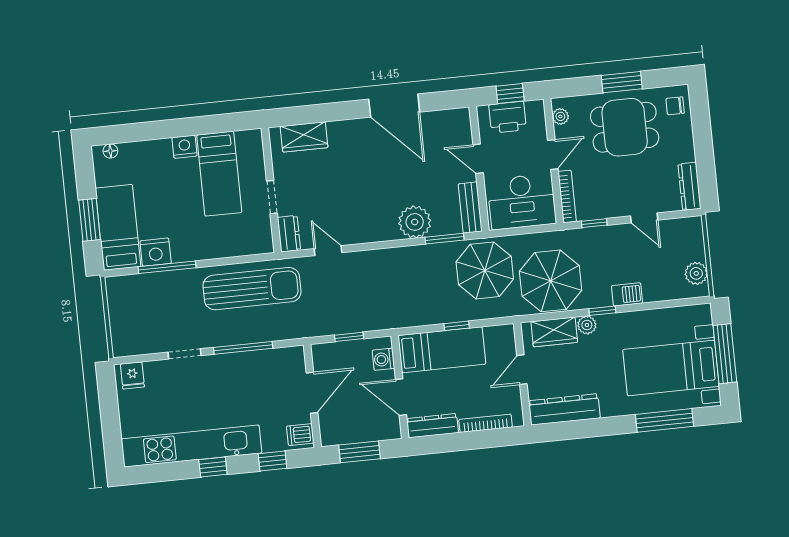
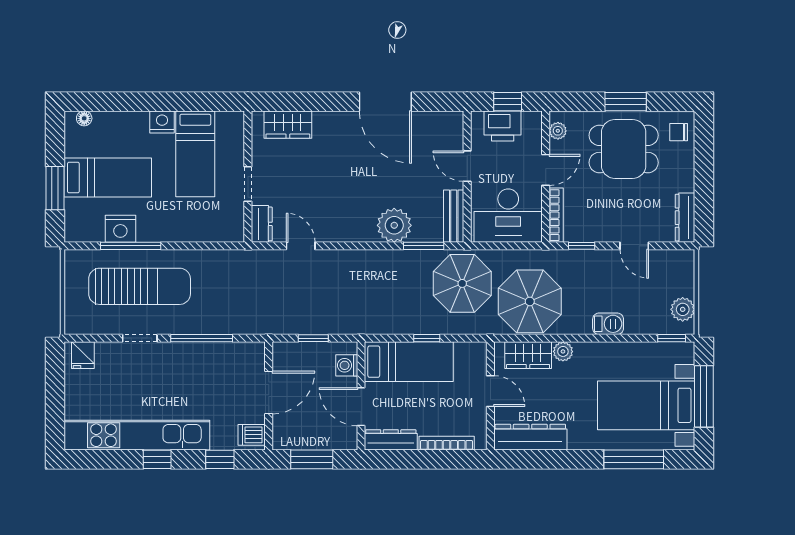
bed: (118, 227) -> (108, 178), moved, turned 90
sun lounger: (252, 289) -> (140, 286), moved
window: (602, 311) -> (672, 338), moved
door: (522, 370) -> (490, 391), swing flipped

